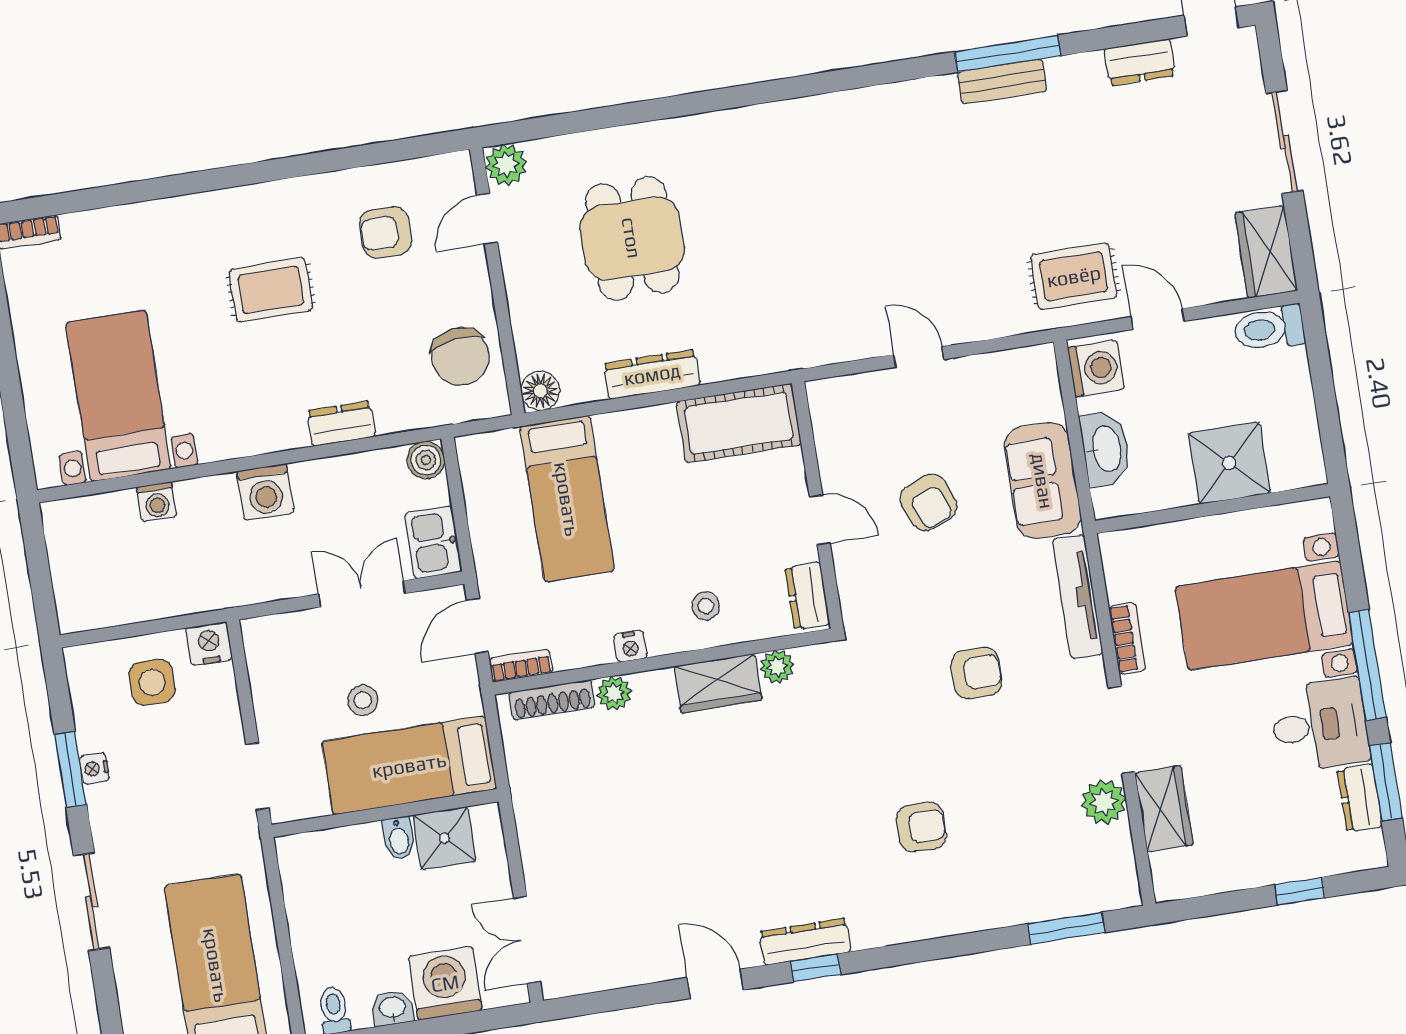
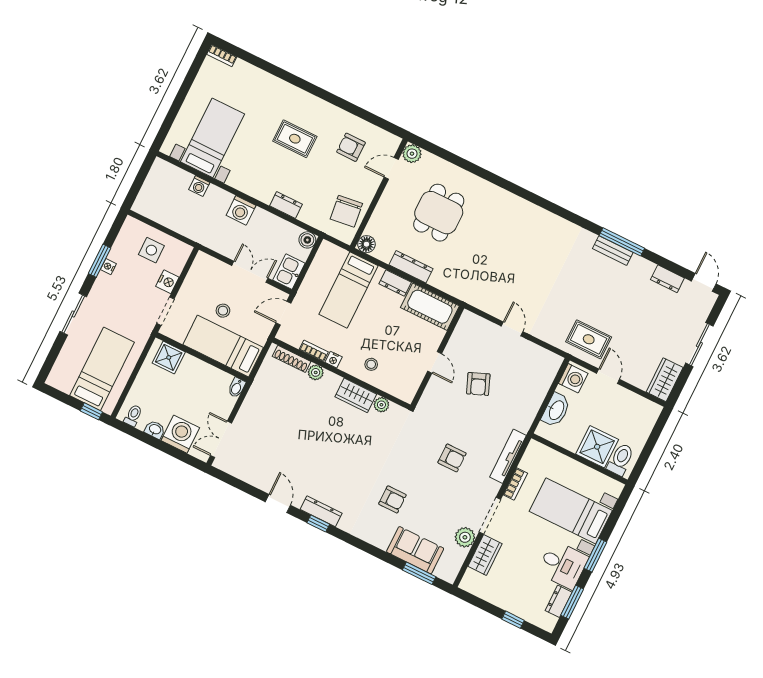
toilet: (1269, 329) -> (621, 459), moved, turned 90
sofa: (1043, 481) -> (415, 550), moved, turned 90
dresser: (807, 596) -> (395, 283), moved, turned -90
nightstand: (209, 644) -> (167, 282), moved, turned 90
window: (1367, 665) -> (595, 555), width x0.69
bookcase: (521, 666) -> (314, 351), moved
bidet: (399, 838) -> (237, 388), moved
shower: (445, 838) -> (169, 357), moved

